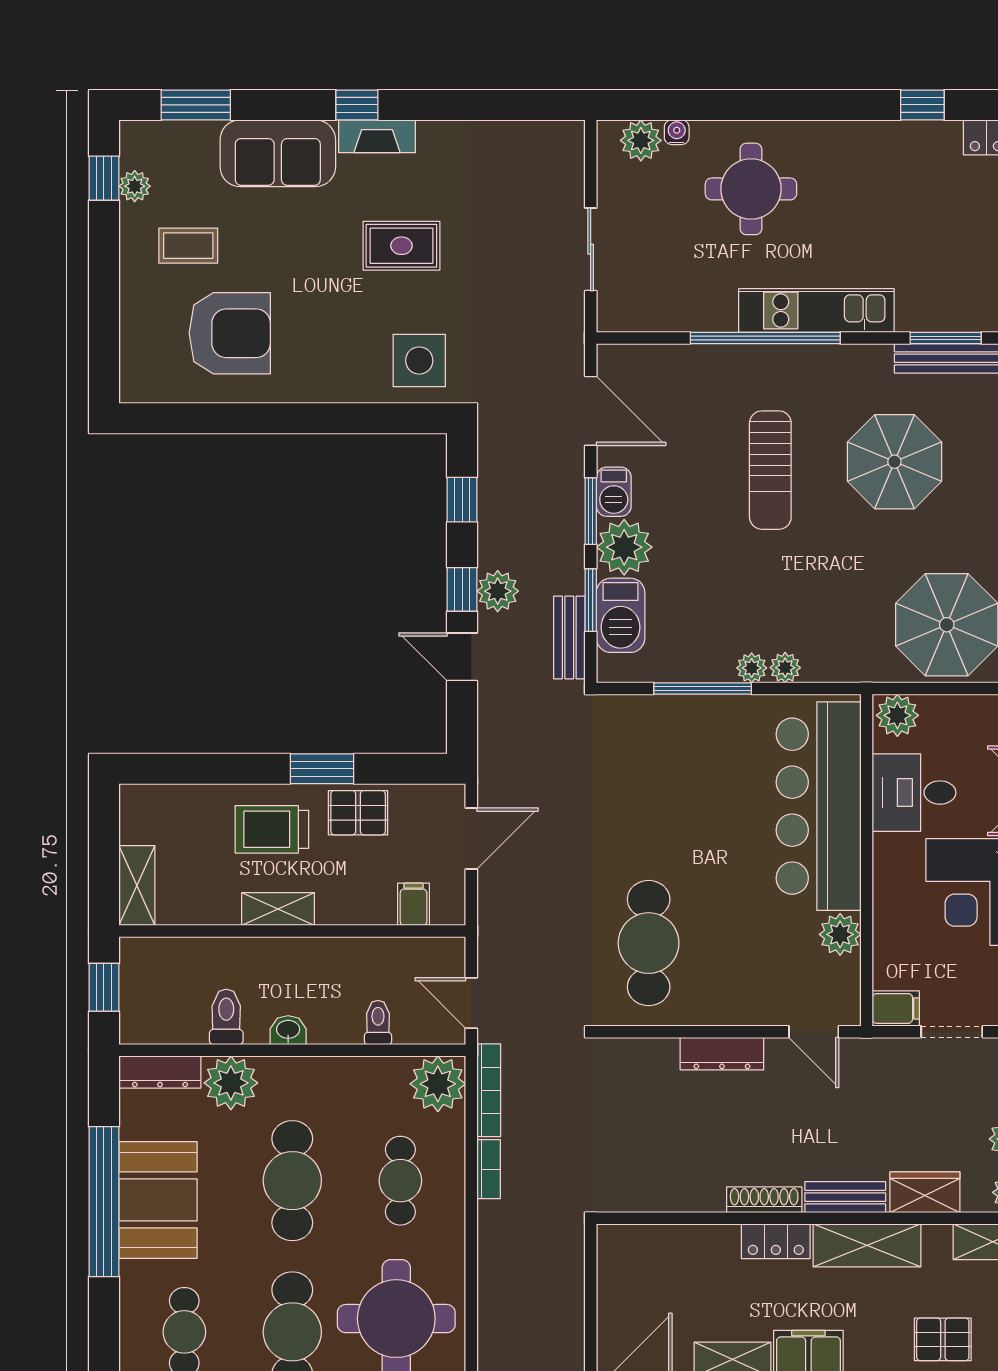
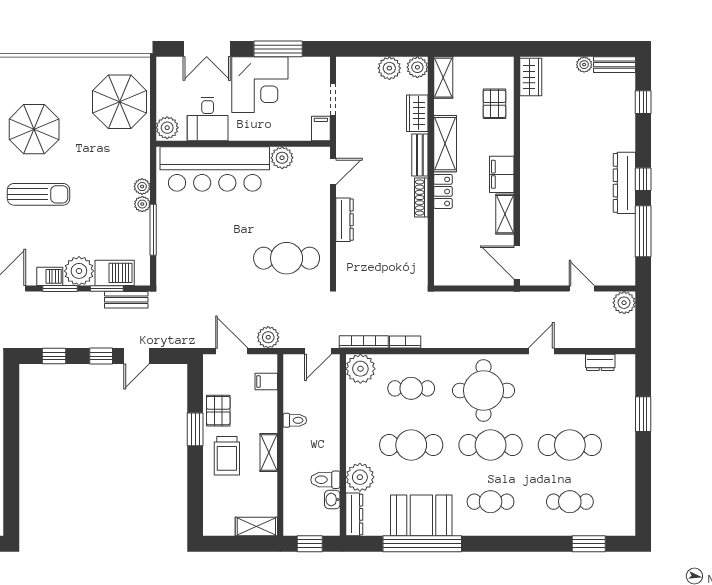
plant: (498, 591) -> (268, 337), moved
toilet: (378, 1023) -> (295, 420), moved, turned 180
washbasin: (288, 1030) -> (332, 500), moved

